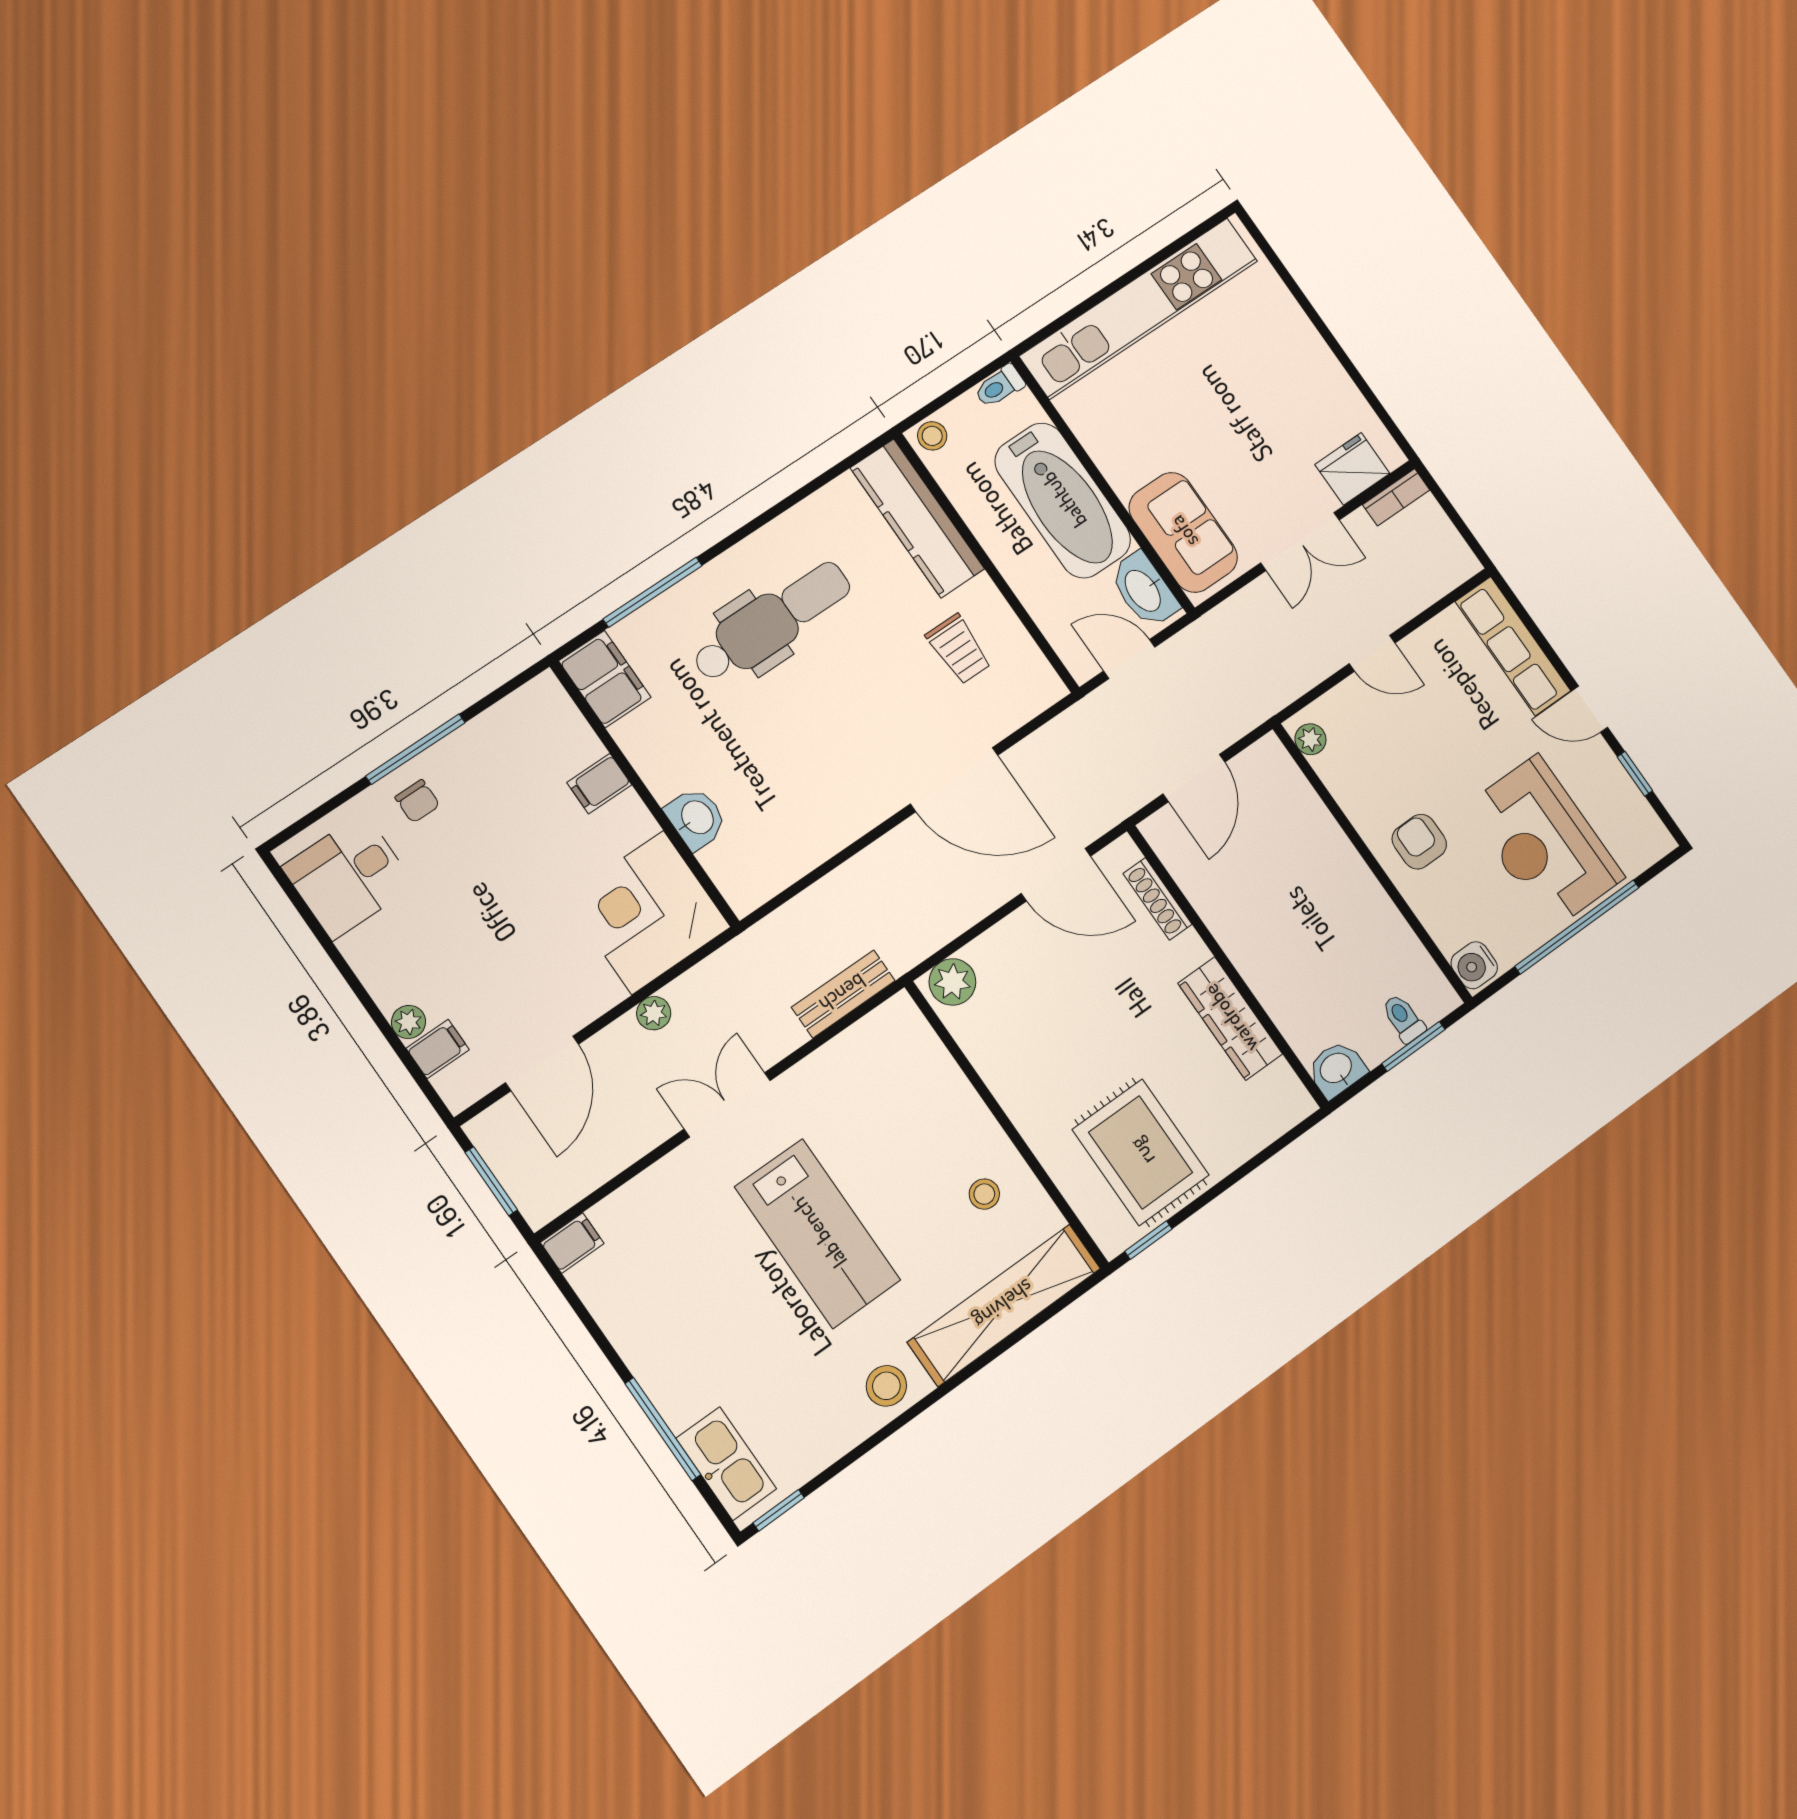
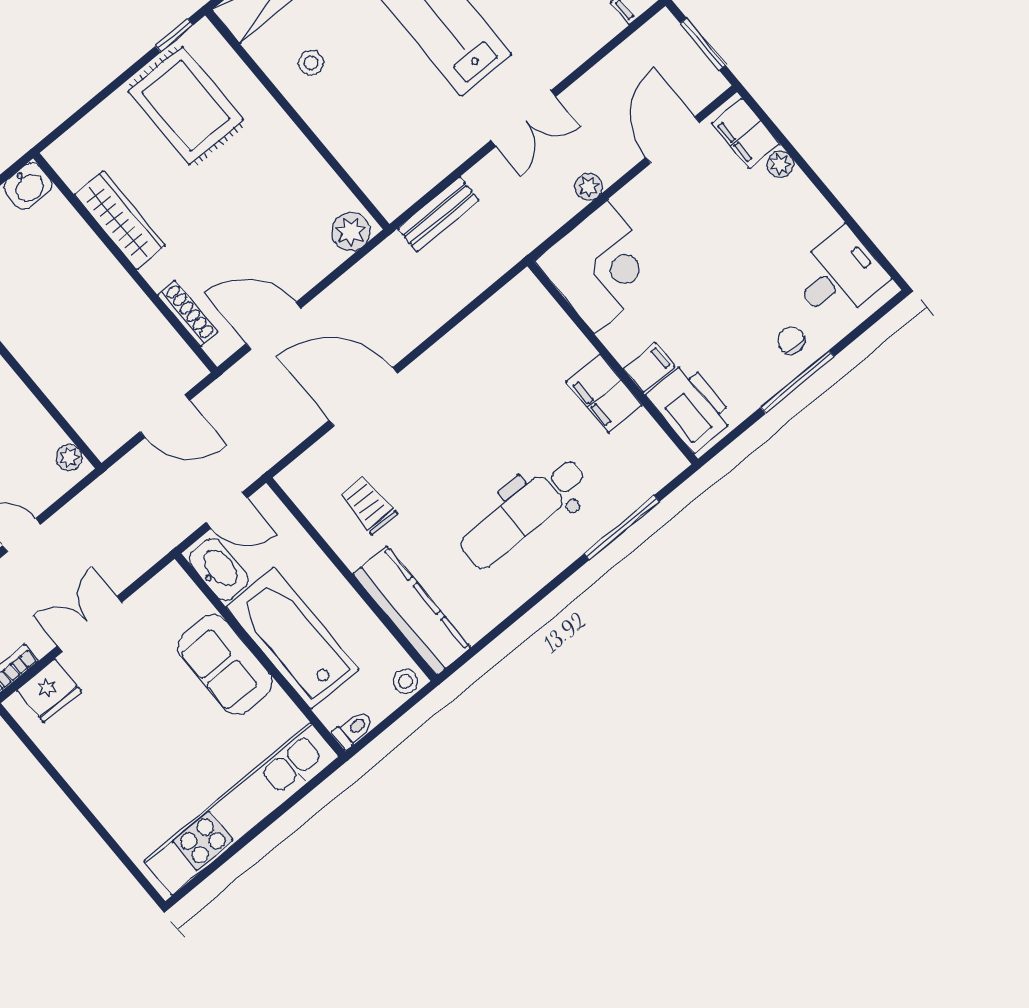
sofa: (1183, 532) -> (225, 665), moved
filing cabinet: (605, 679) -> (604, 394), moved
printer: (552, 731) -> (691, 407), added
door: (1194, 778) -> (165, 416), swing flipped
washbasin: (696, 818) -> (569, 347), removed
filing cabinet: (438, 1049) -> (746, 133), width x2.00

